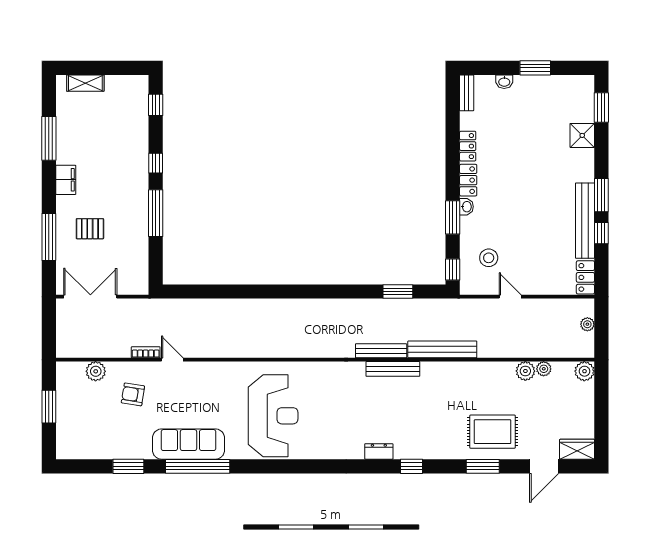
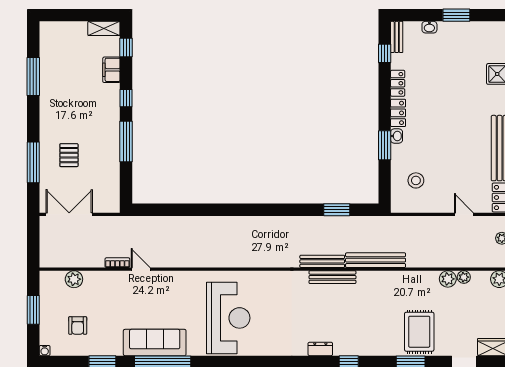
shelving: (85, 83) -> (104, 28), moved
filing cabinet: (66, 180) -> (111, 70), moved, turned 180
pallet: (90, 229) -> (69, 155), turned 90
window: (453, 270) -> (385, 53), moved
door: (510, 297) -> (464, 214), moved
armchair: (133, 394) -> (78, 325), moved, turned -99
rug: (493, 432) -> (419, 332), turned 90
water cooler: (62, 453) -> (45, 351), added

